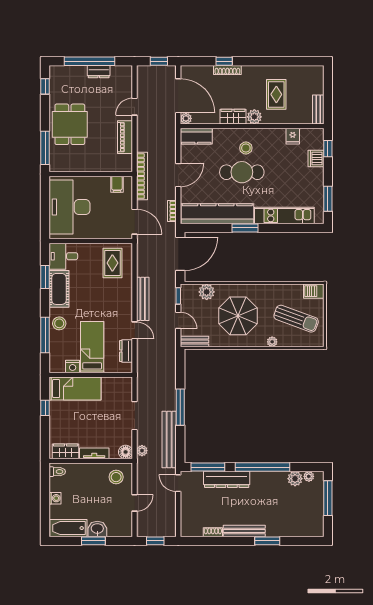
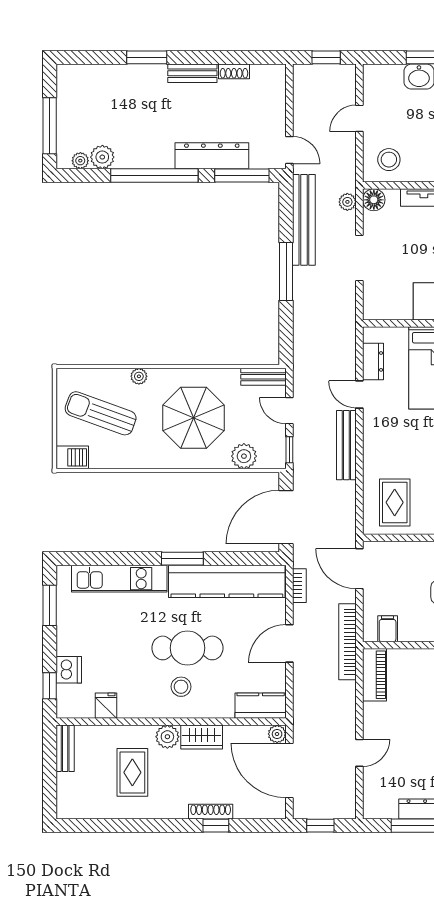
piano: (125, 137) -> (374, 675), moved
bench: (244, 531) -> (192, 73), width x0.73

